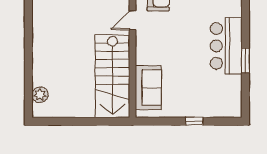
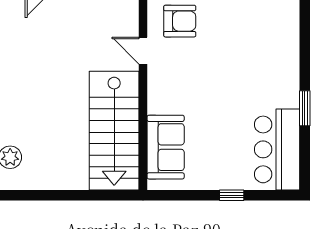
door: (133, 20) -> (143, 51), hinge flipped
bar counter: (226, 46) -> (277, 149), moved

